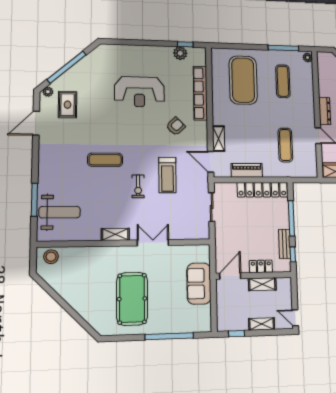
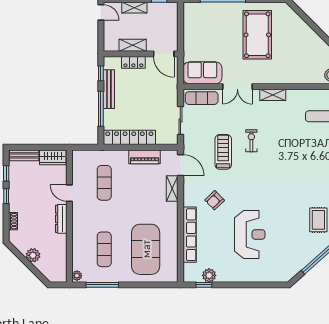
reception desk: (139, 92) -> (250, 234), turned 90
exercise mat: (105, 160) -> (202, 98), moved
bench: (284, 244) -> (109, 89), width x1.36
door: (230, 276) -> (164, 54), hinge flipped
sofa: (199, 284) -> (202, 73), moved, turned -90

